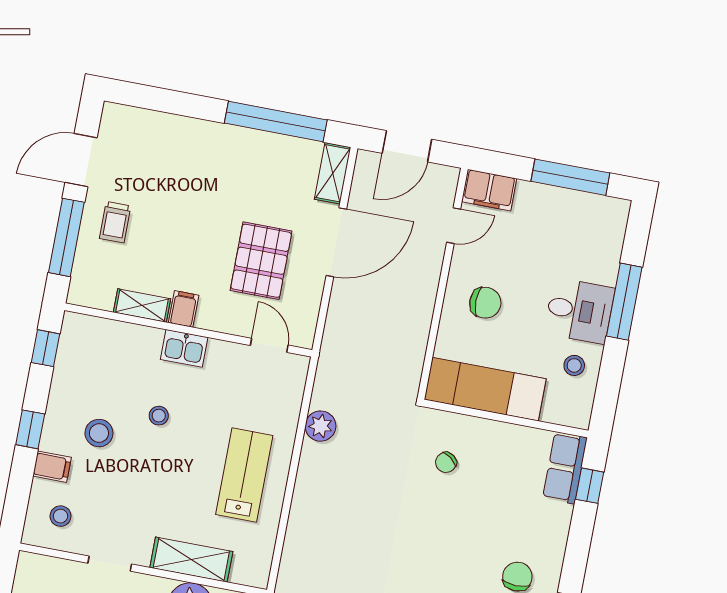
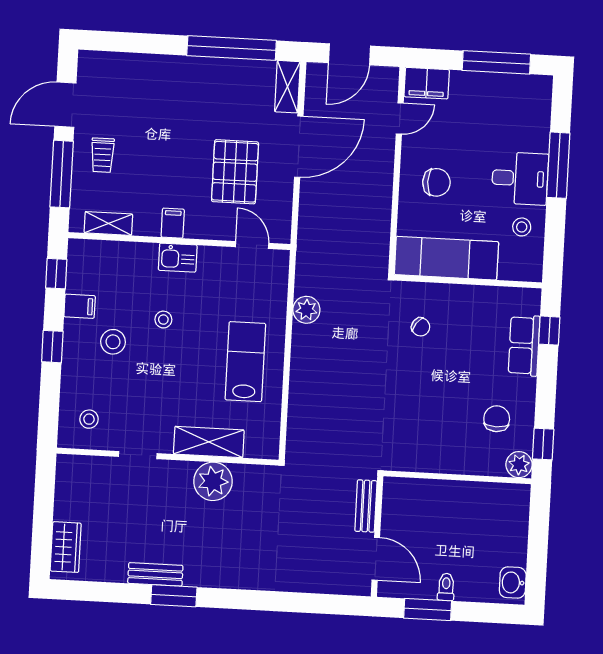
shelving: (142, 306) -> (108, 223), moved
chair: (446, 462) -> (421, 327), turned -91
filing cabinet: (52, 467) -> (80, 306), moved
row of seats: (565, 468) -> (524, 346), moved

